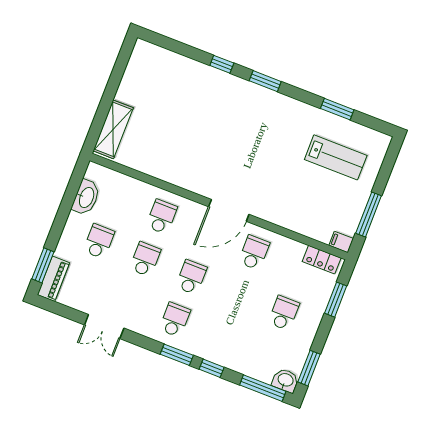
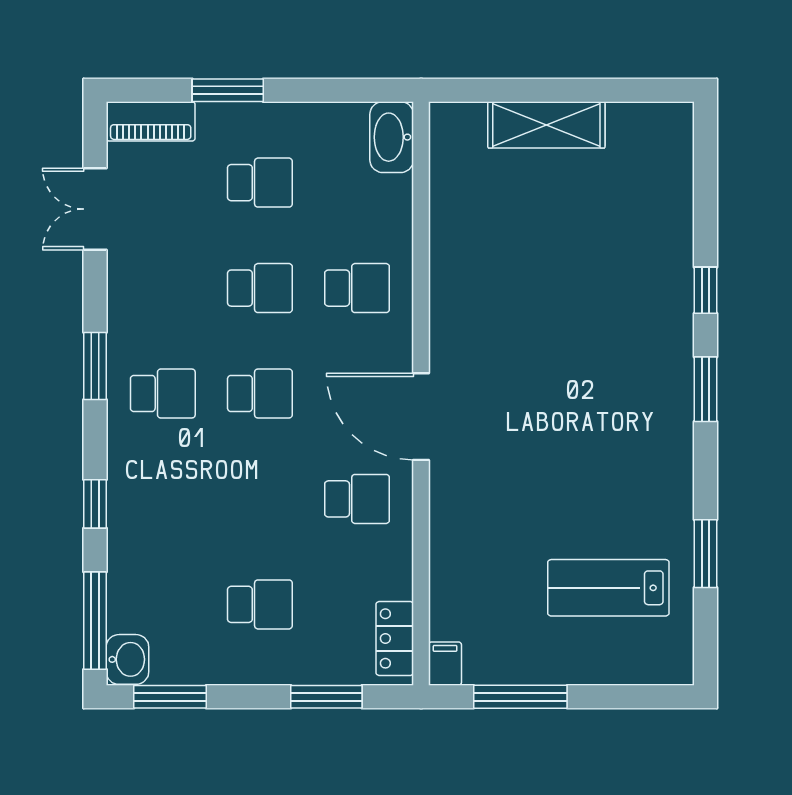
shelving: (113, 129) -> (546, 125), moved
lab bench: (336, 157) -> (608, 588), turned 90
washbasin: (86, 197) -> (392, 137), moved, turned 90
window: (43, 265) -> (228, 90), moved
double door: (104, 327) -> (95, 209), moved
window: (177, 355) -> (95, 366), moved

